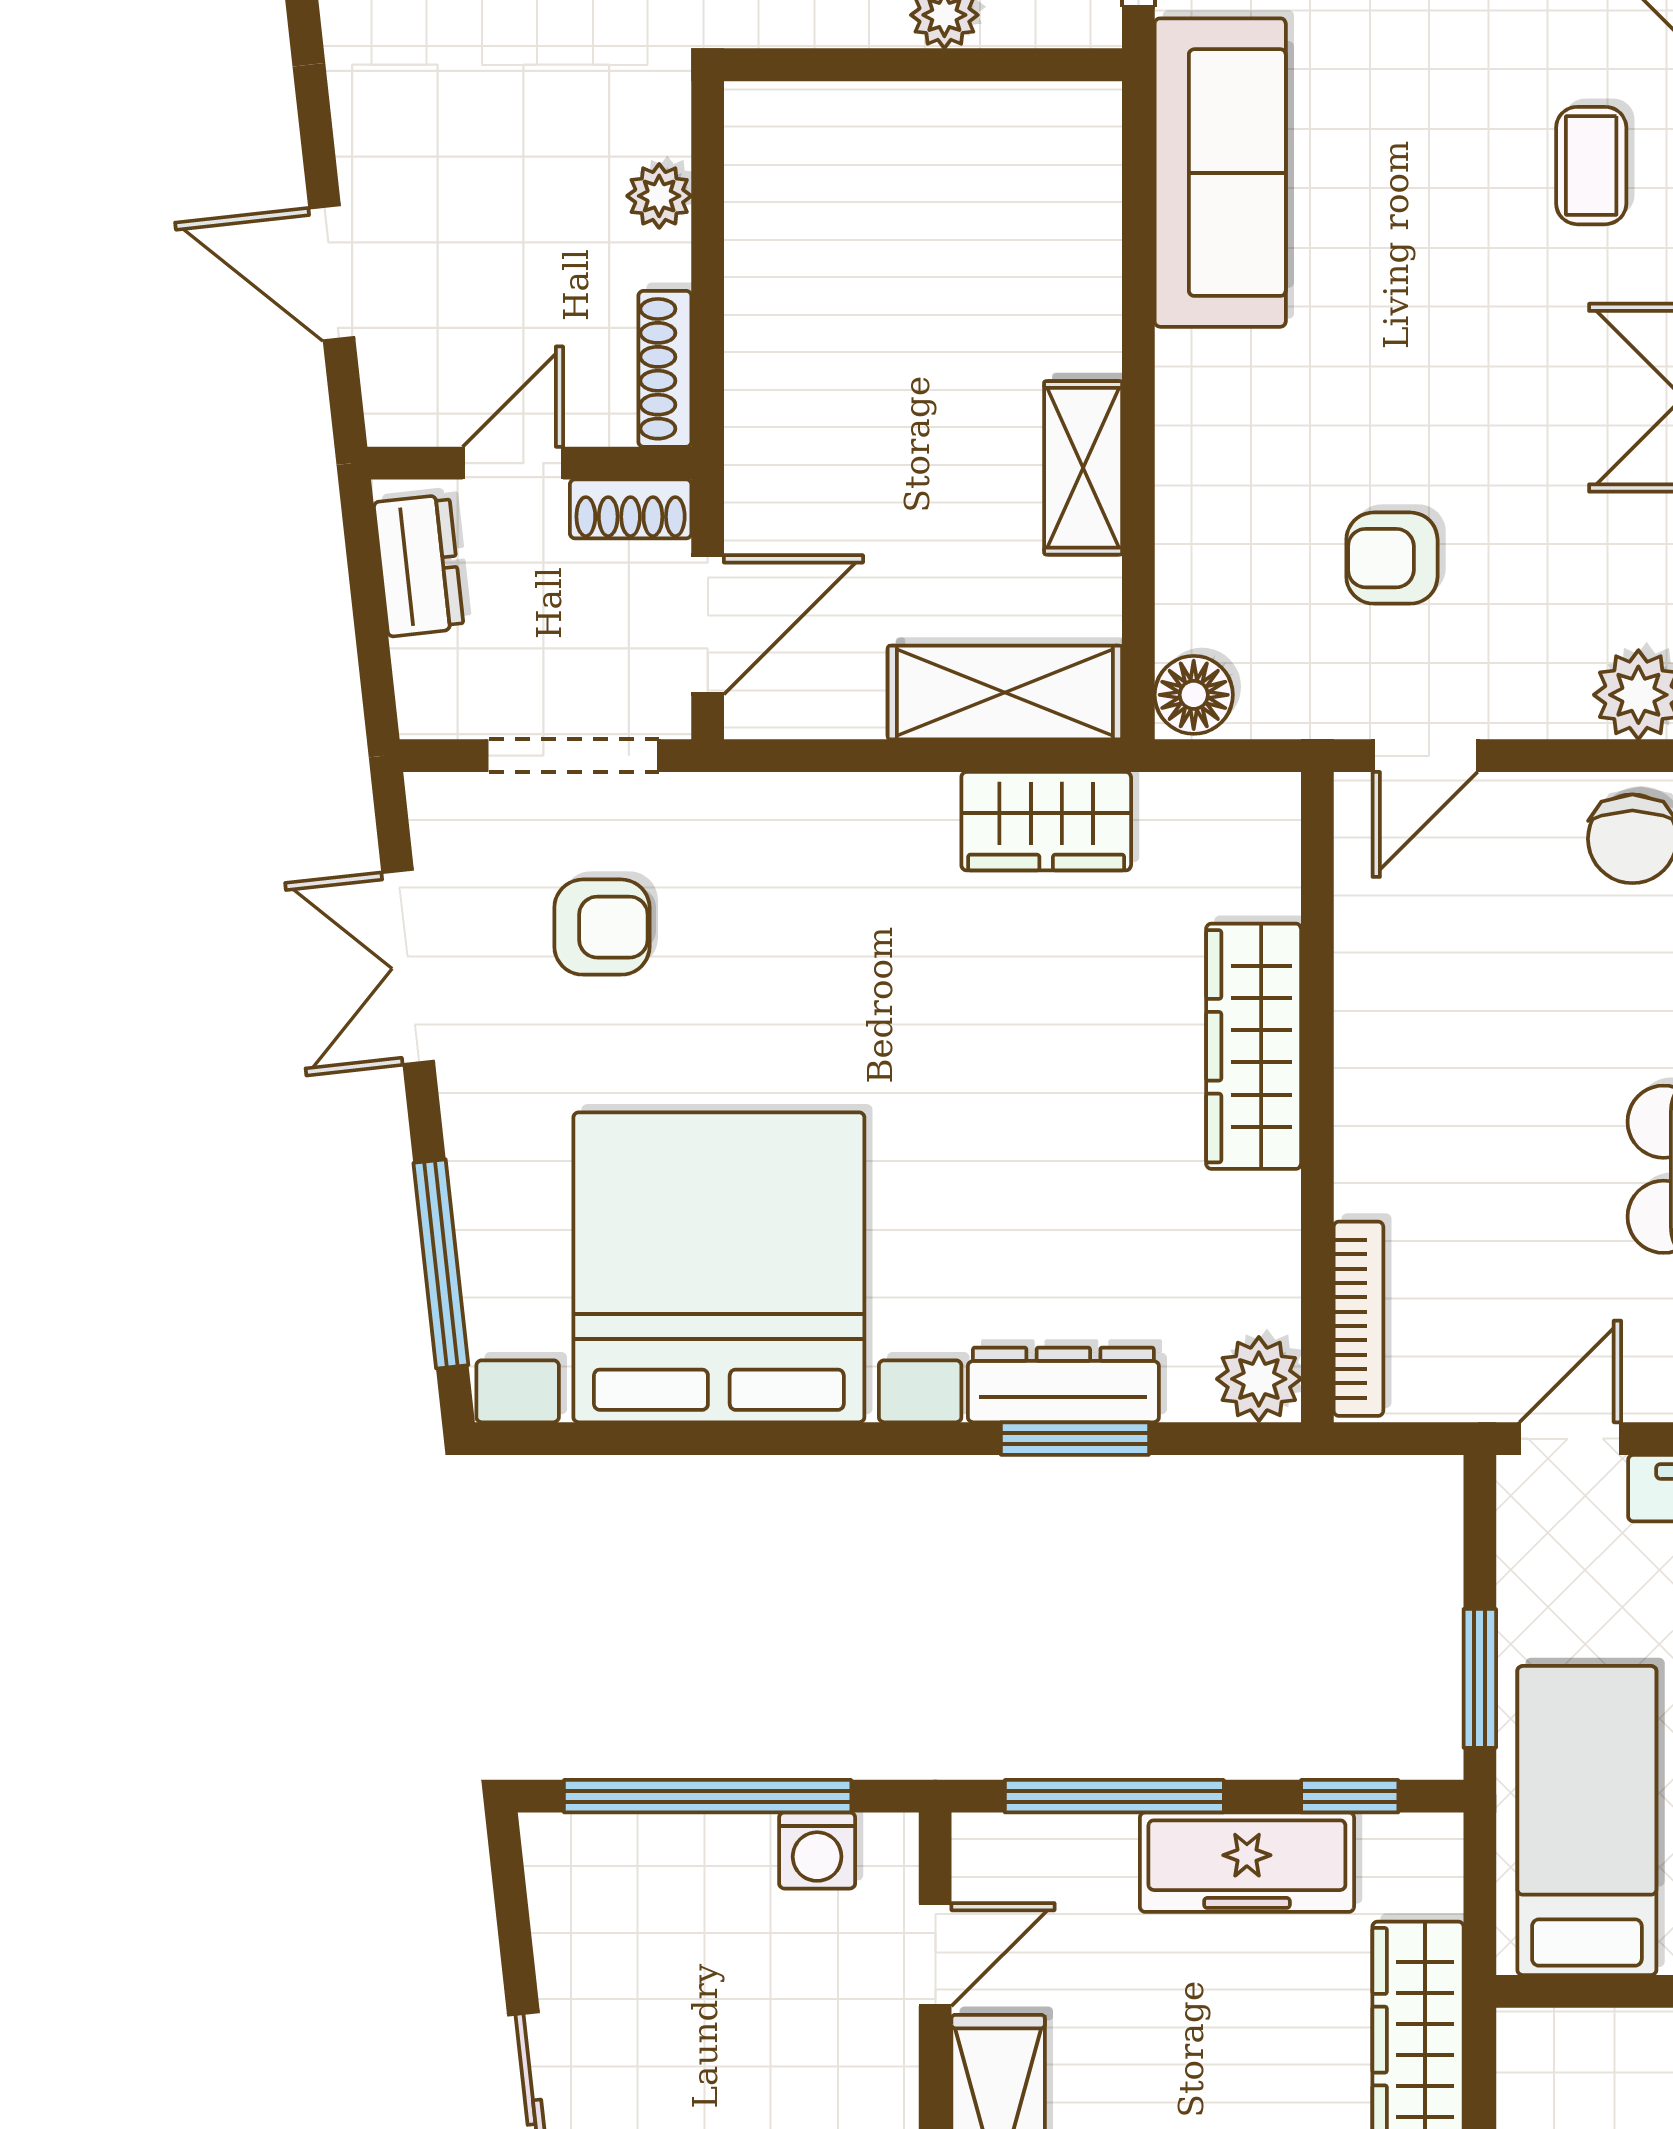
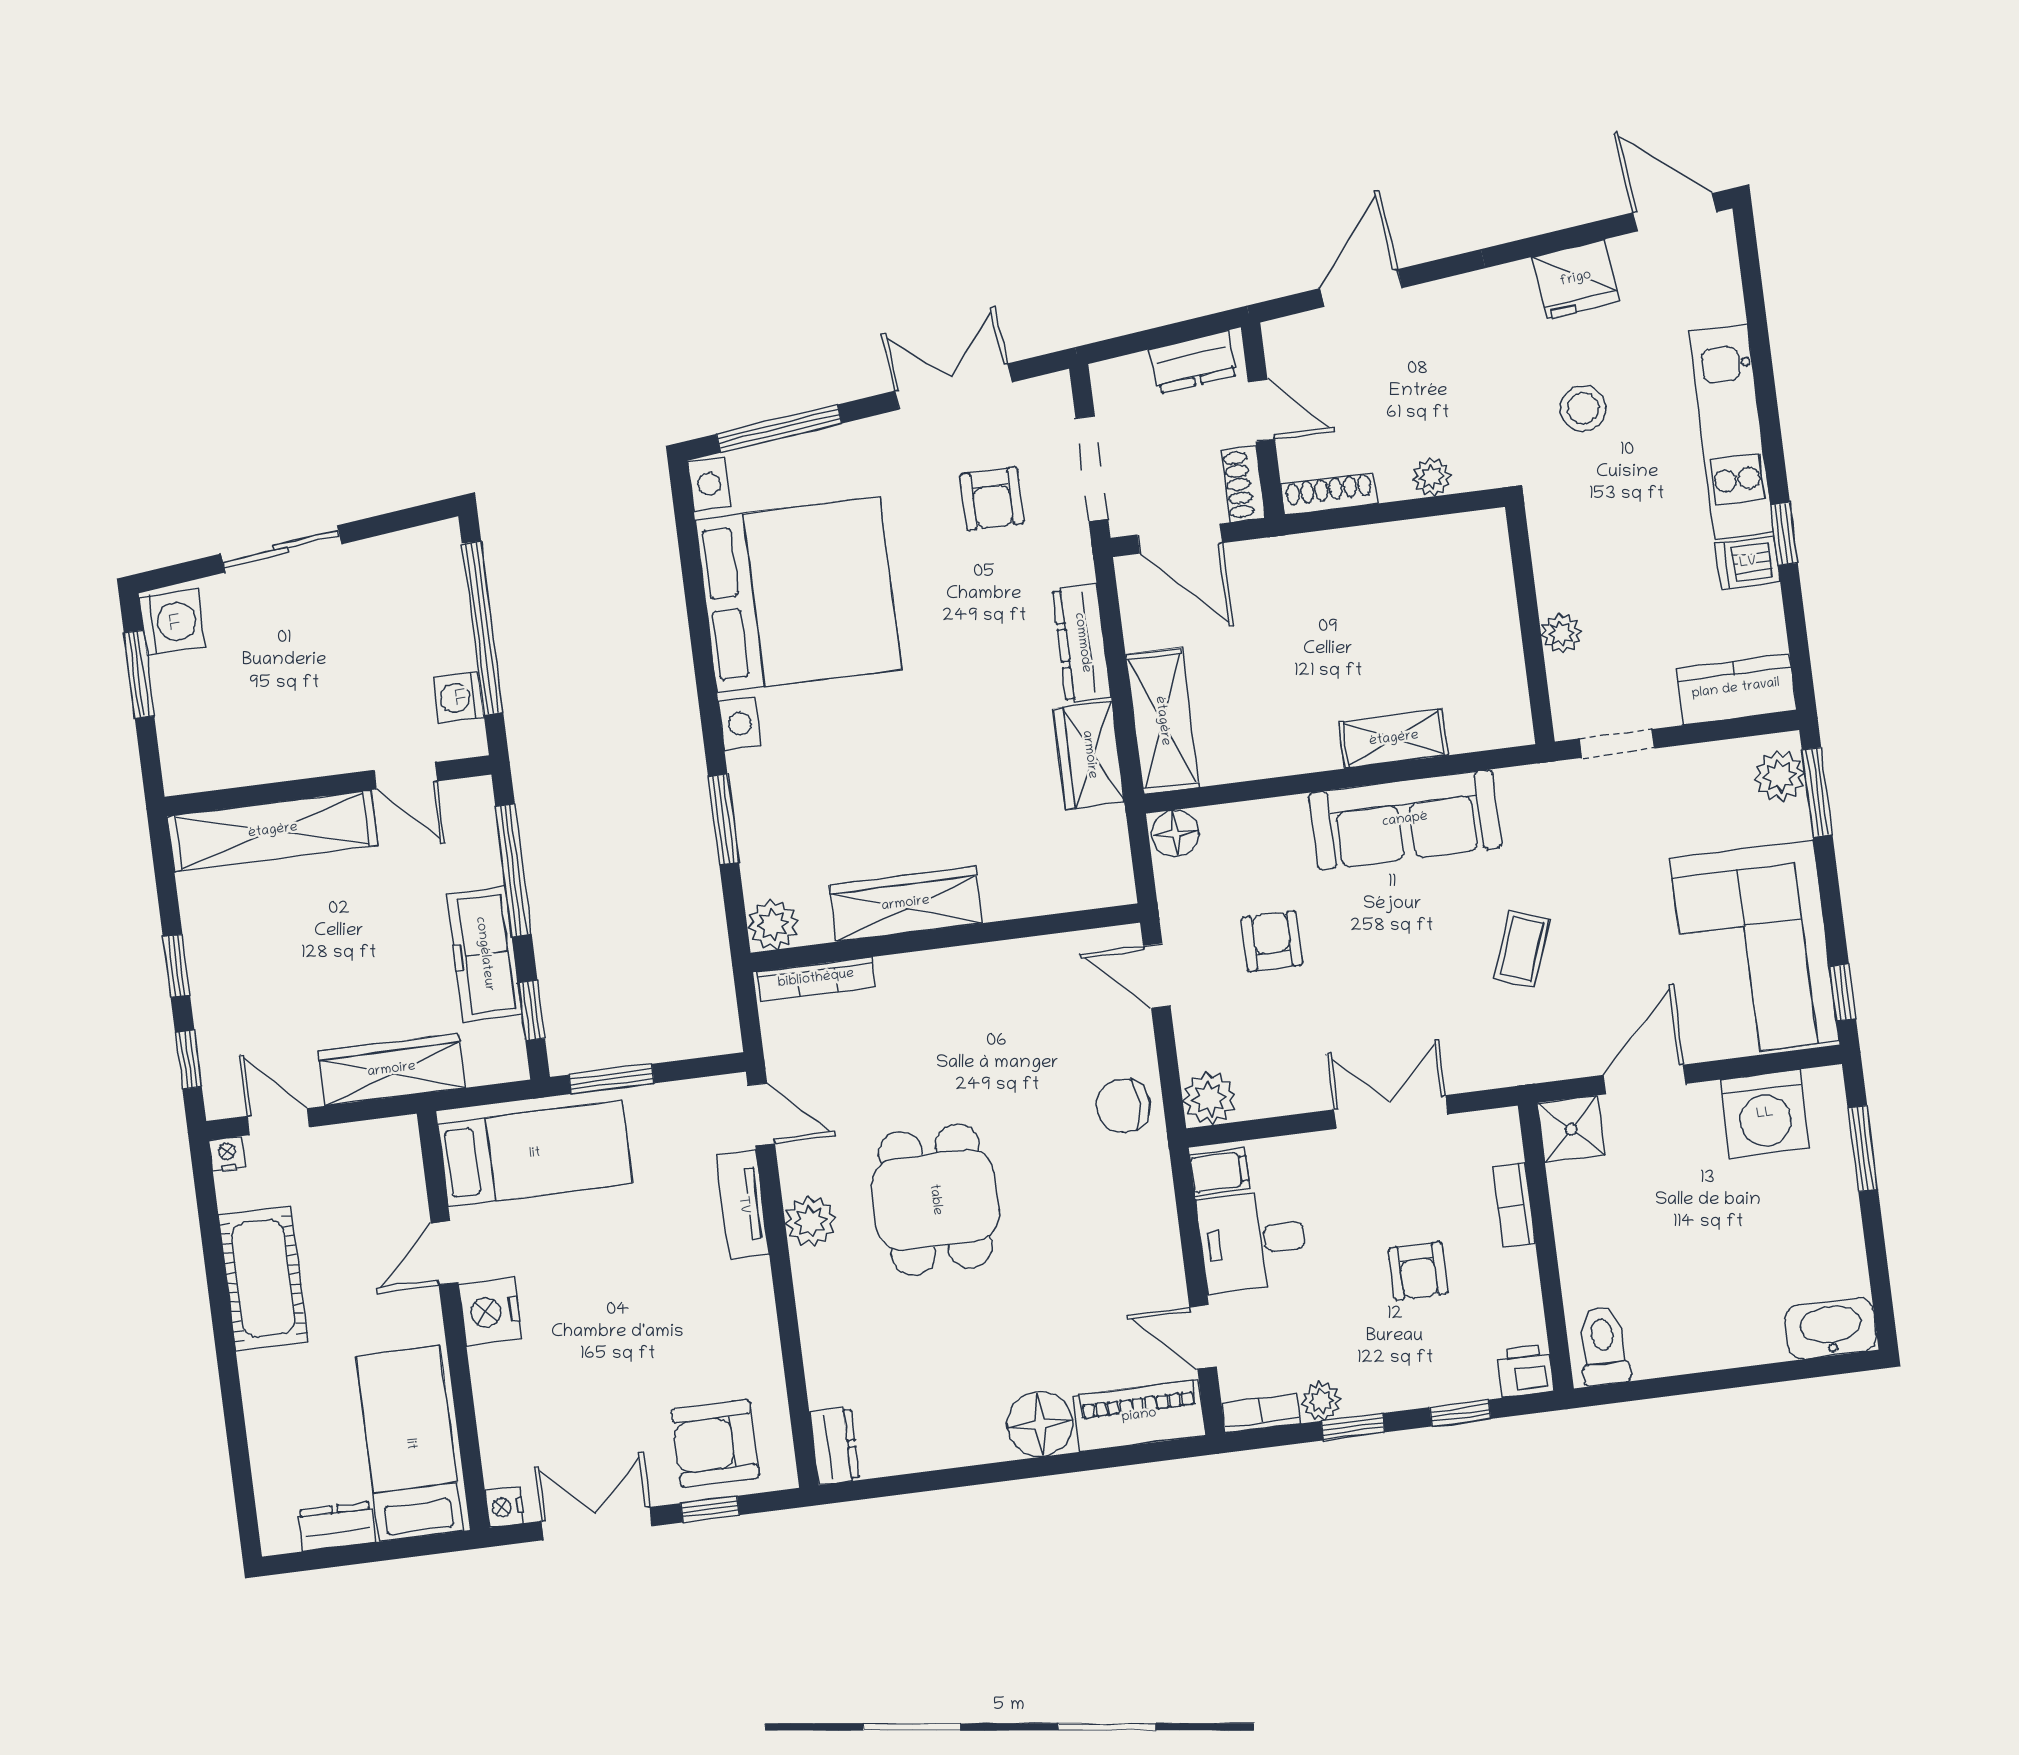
coffee table: (1591, 166) -> (1522, 949), moved, turned -70
sofa: (1220, 173) -> (1405, 820), moved
shelving: (1083, 468) -> (1394, 739), moved
wardrobe: (1254, 1046) -> (906, 904), moved
dresser: (1063, 1385) -> (1082, 643), moved, turned 180

